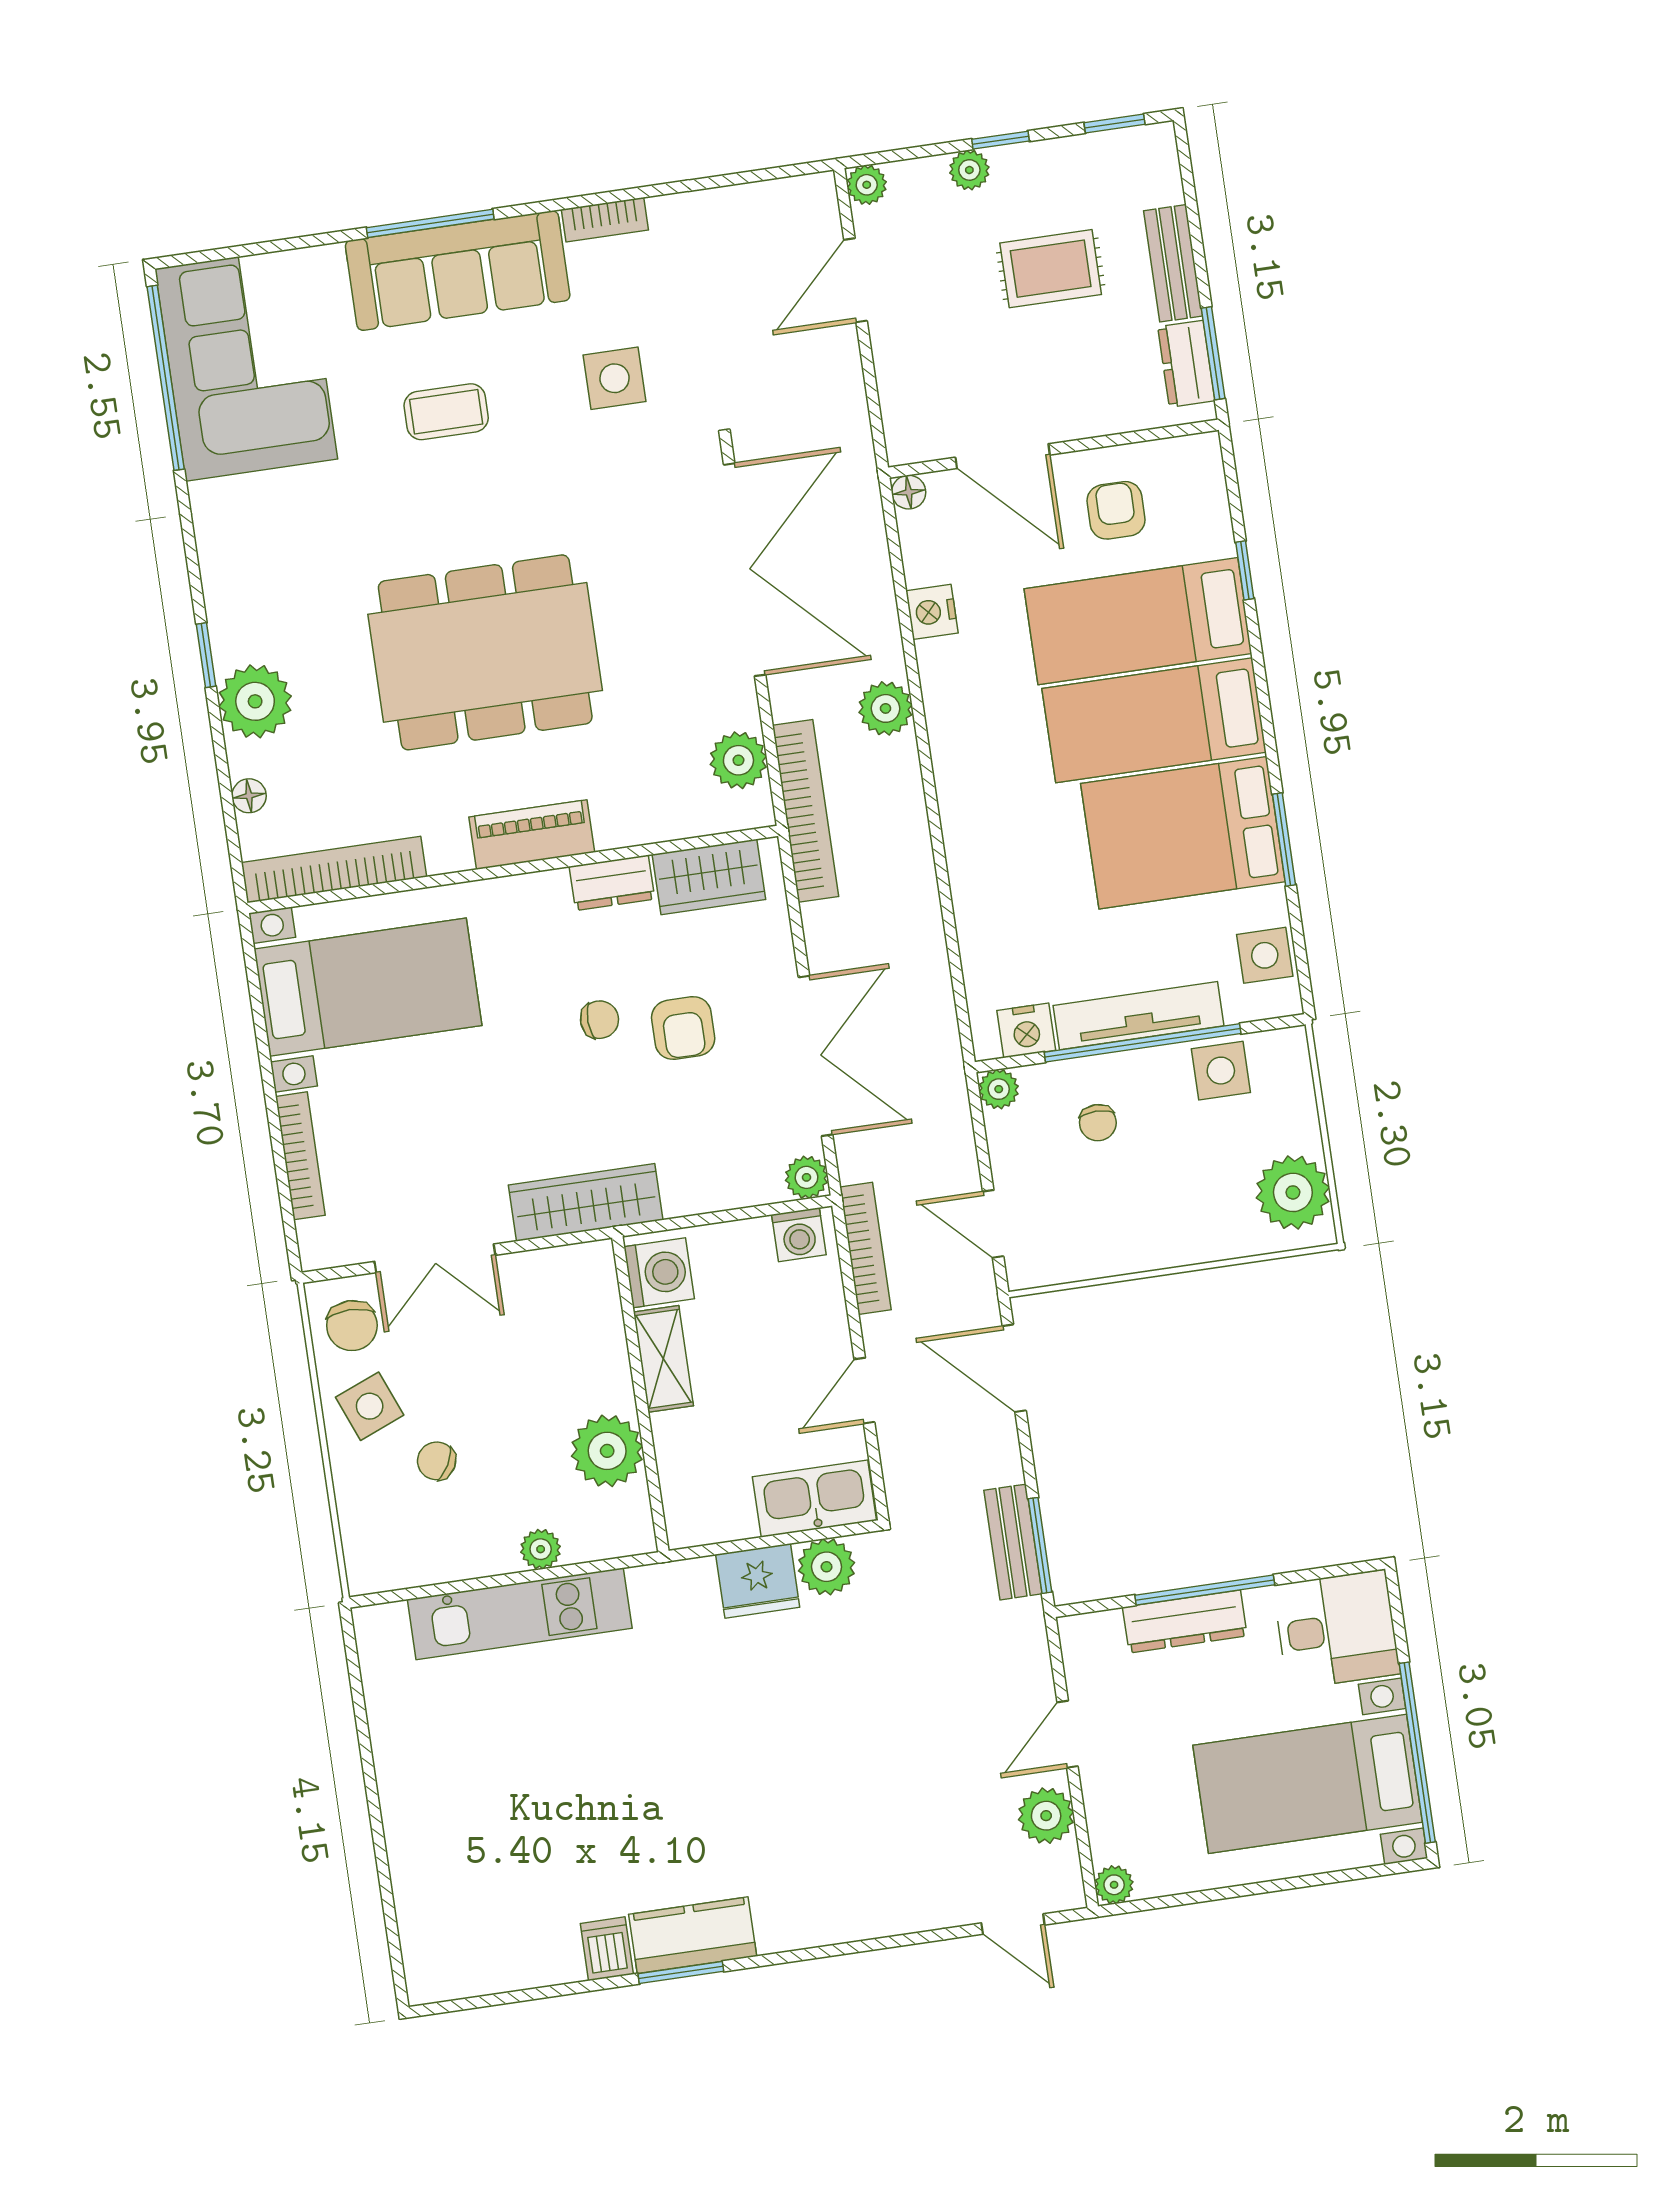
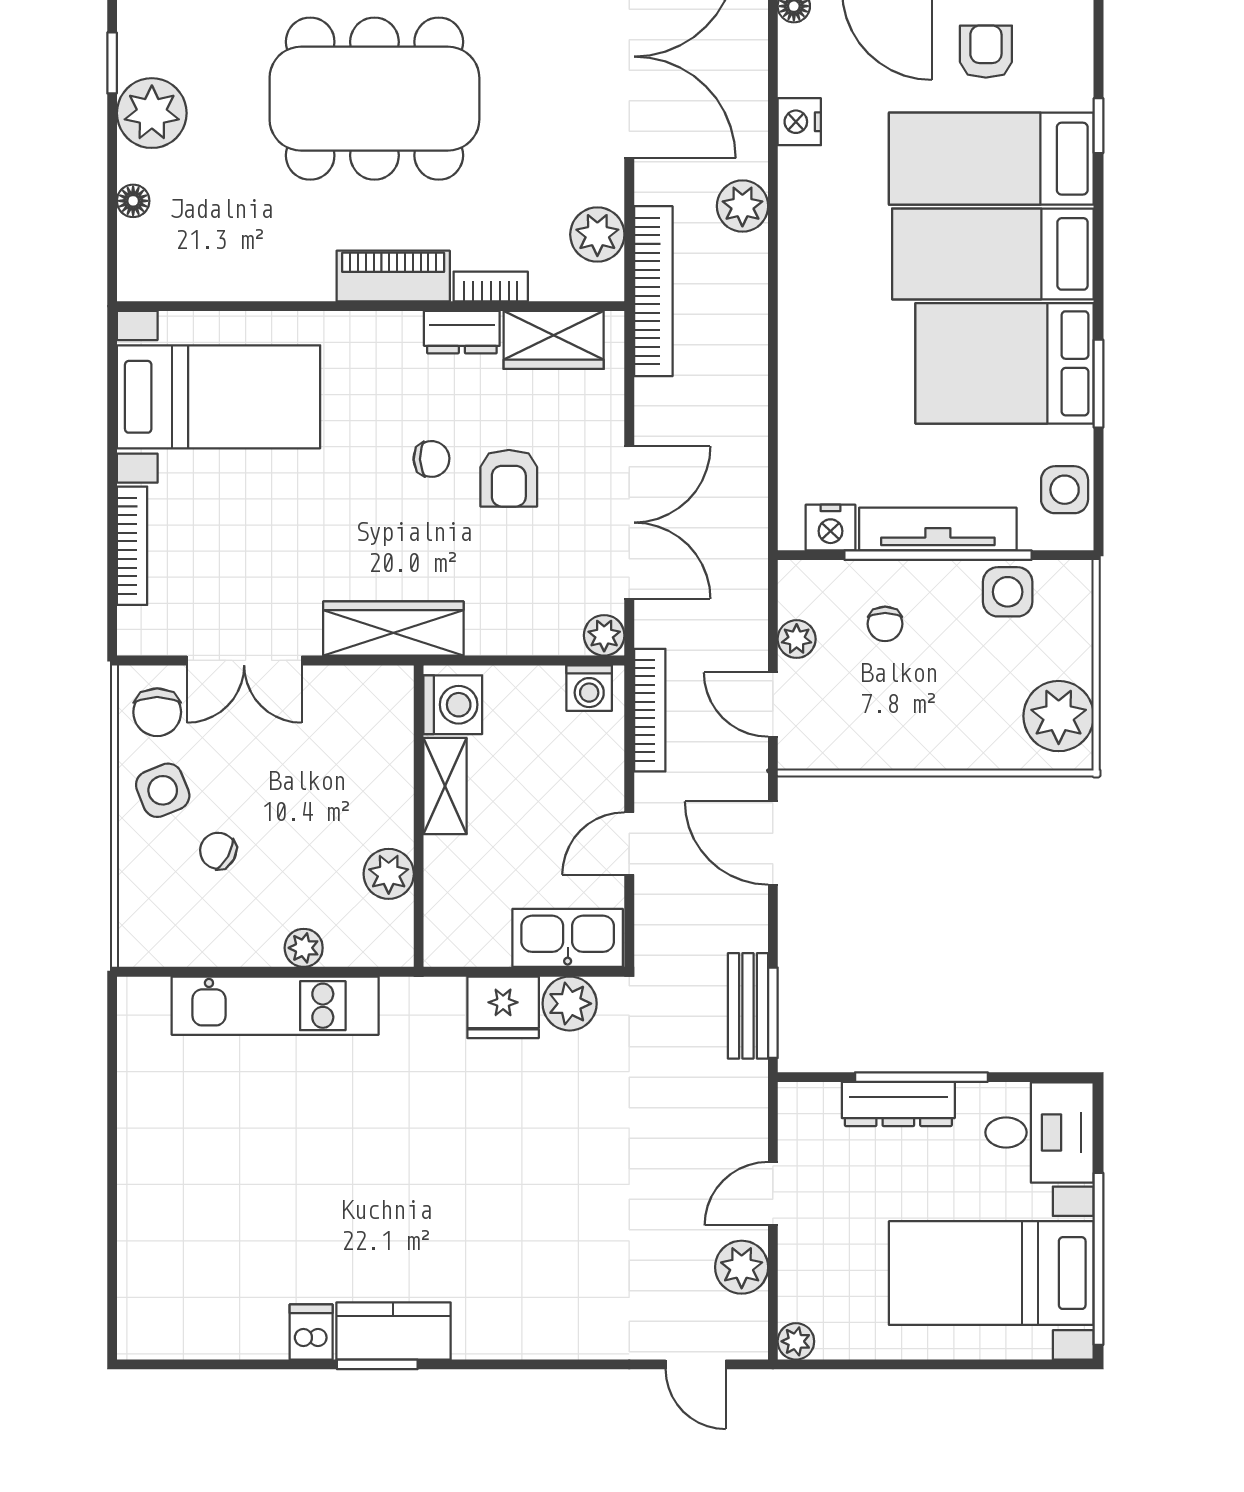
bookcase: (334, 870) -> (491, 286), moved, width x0.43, depth x0.76
plant: (999, 1089) -> (797, 639), moved
plant: (607, 1451) -> (389, 874), width x0.73, depth x0.73

